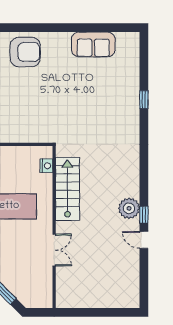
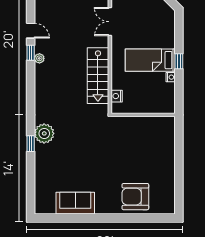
window: (144, 100) -> (31, 144), moved
plant: (128, 123) -> (44, 133), added
plant: (129, 208) -> (39, 58), width x0.53, depth x0.53

